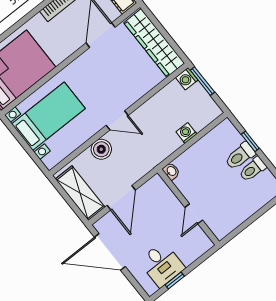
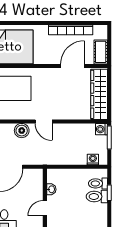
washing machine: (186, 133) -> (93, 159), moved
toilet: (253, 169) -> (98, 183), moved
washbasin: (171, 171) -> (51, 189), moved

